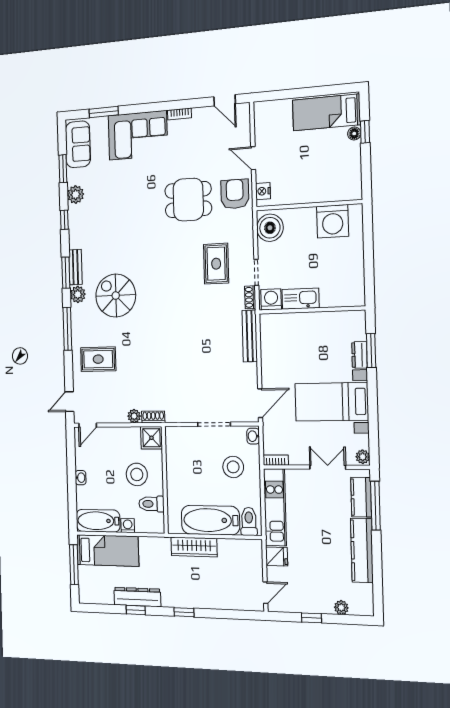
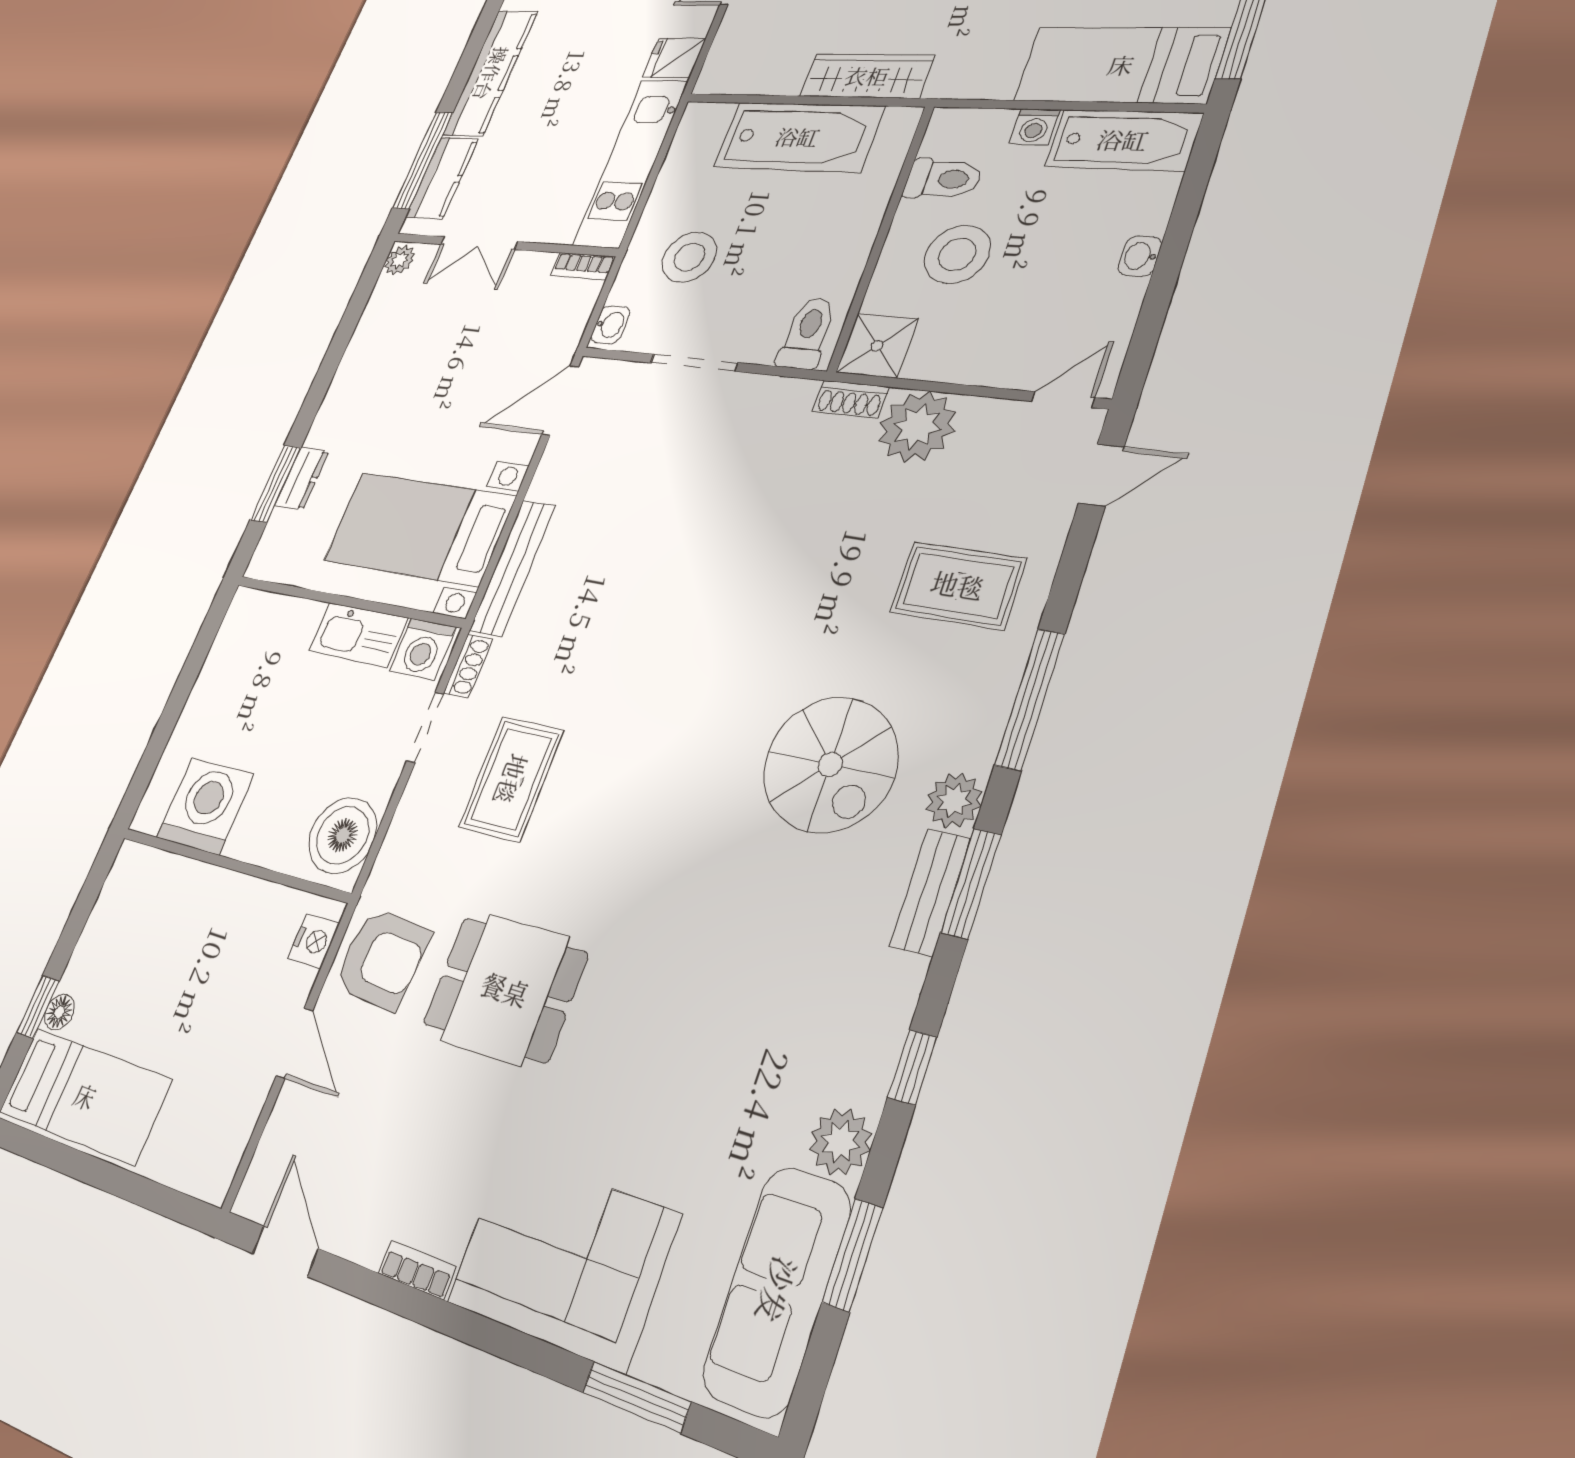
sofa: (78, 144) -> (777, 1290), width x1.36
armchair: (235, 194) -> (382, 959), turned -85
bed with nightstands: (332, 402) -> (419, 529), moved, turned 180
plant: (134, 416) -> (917, 427), width x1.87, depth x1.87
toilet: (249, 521) -> (807, 333), moved, turned 180

